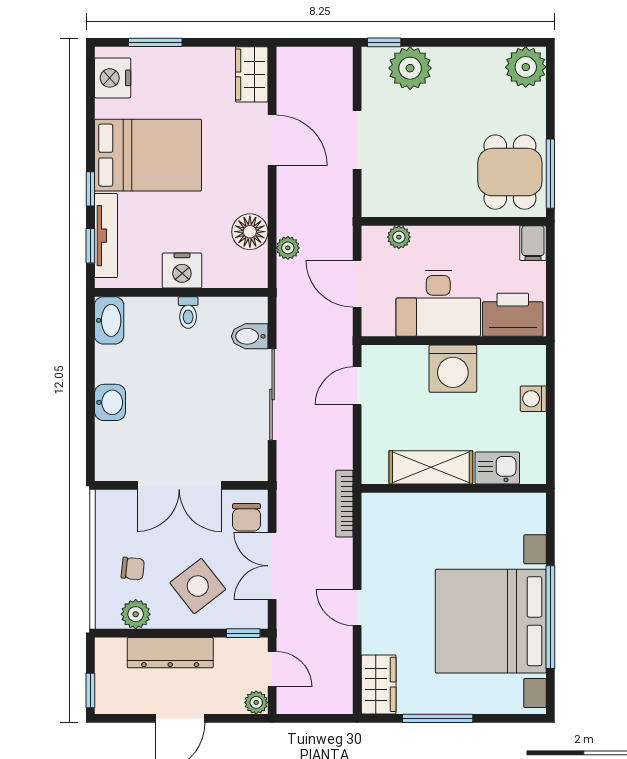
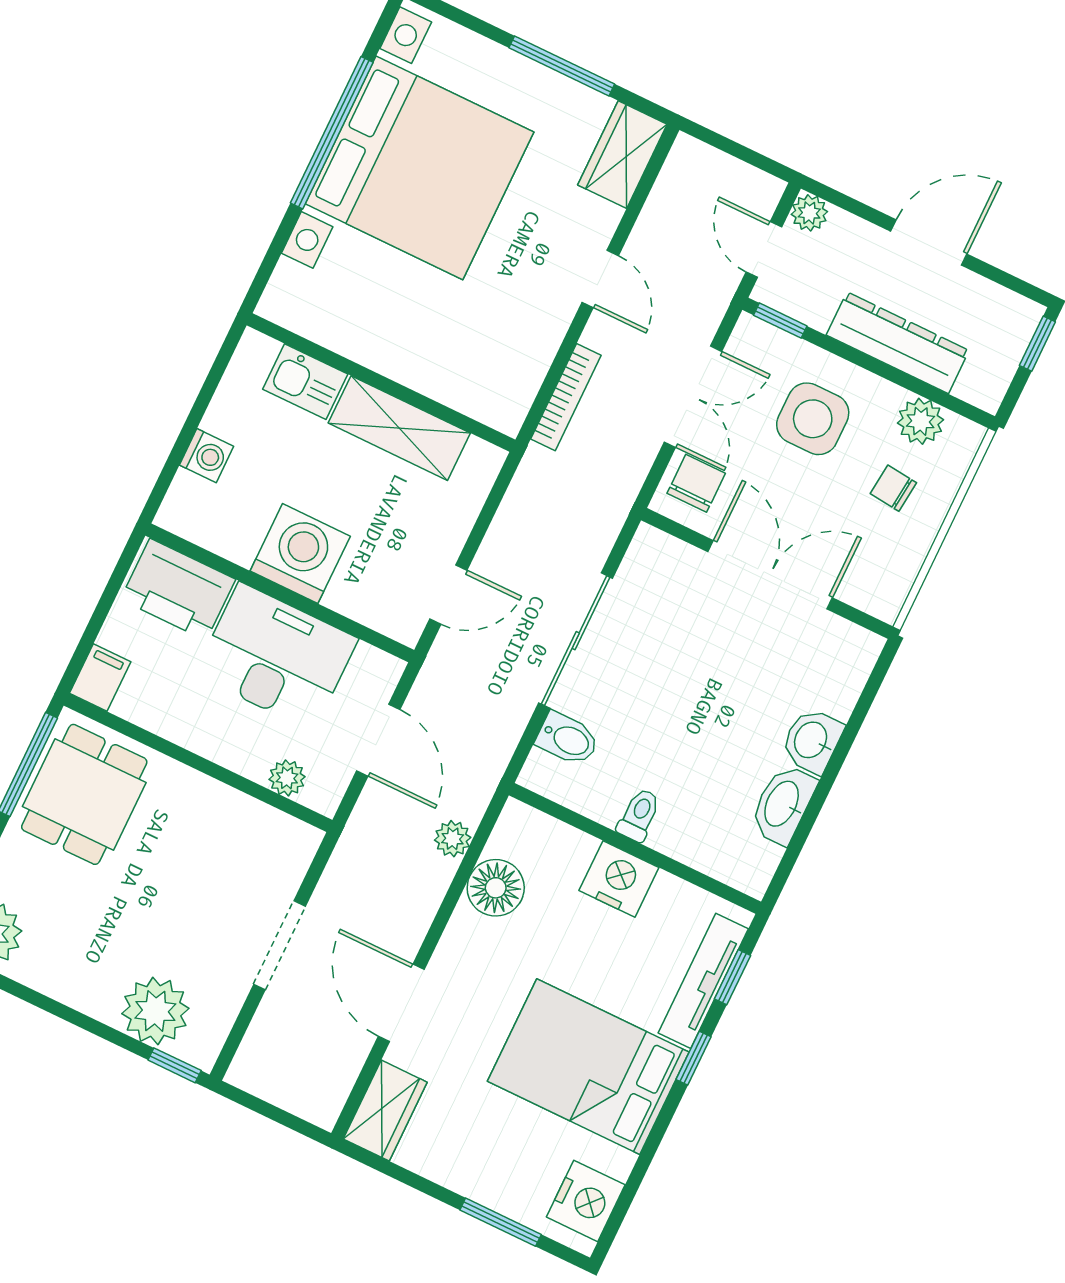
washbasin: (109, 320) -> (783, 804), moved
bookcase: (344, 504) -> (566, 397), moved
side table: (198, 586) -> (813, 419), turned 38

